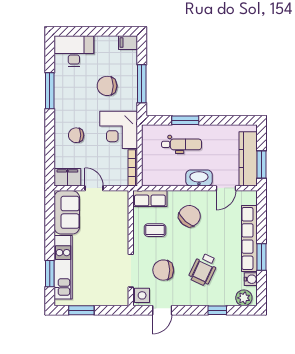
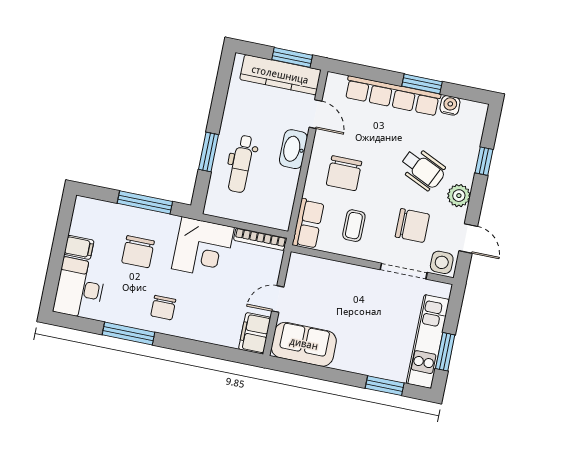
filing cabinet: (128, 43) -> (79, 247), moved, turned -90
chair: (76, 135) -> (163, 308), moved
dental chair: (182, 144) -> (241, 164), turned 180
chair: (189, 216) -> (344, 173), turned -131
kitchen unit: (63, 267) -> (428, 342), moved, turned -90
chair: (163, 270) -> (412, 226), turned -90
plant: (244, 298) -> (459, 196), moved

